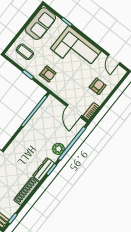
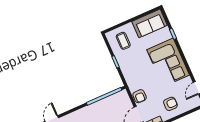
armchair: (48, 74) -> (140, 96), moved

